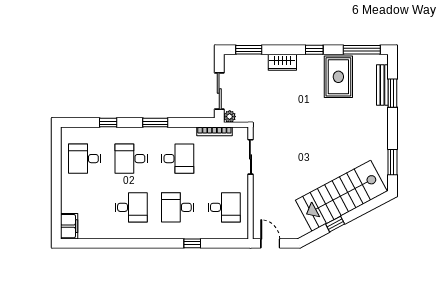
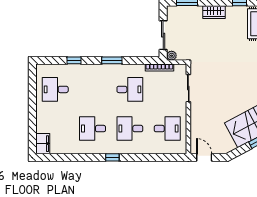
desk: (131, 159) -> (93, 89), removed
desk: (131, 207) -> (93, 129), turned 180
window: (192, 243) -> (112, 157), moved

